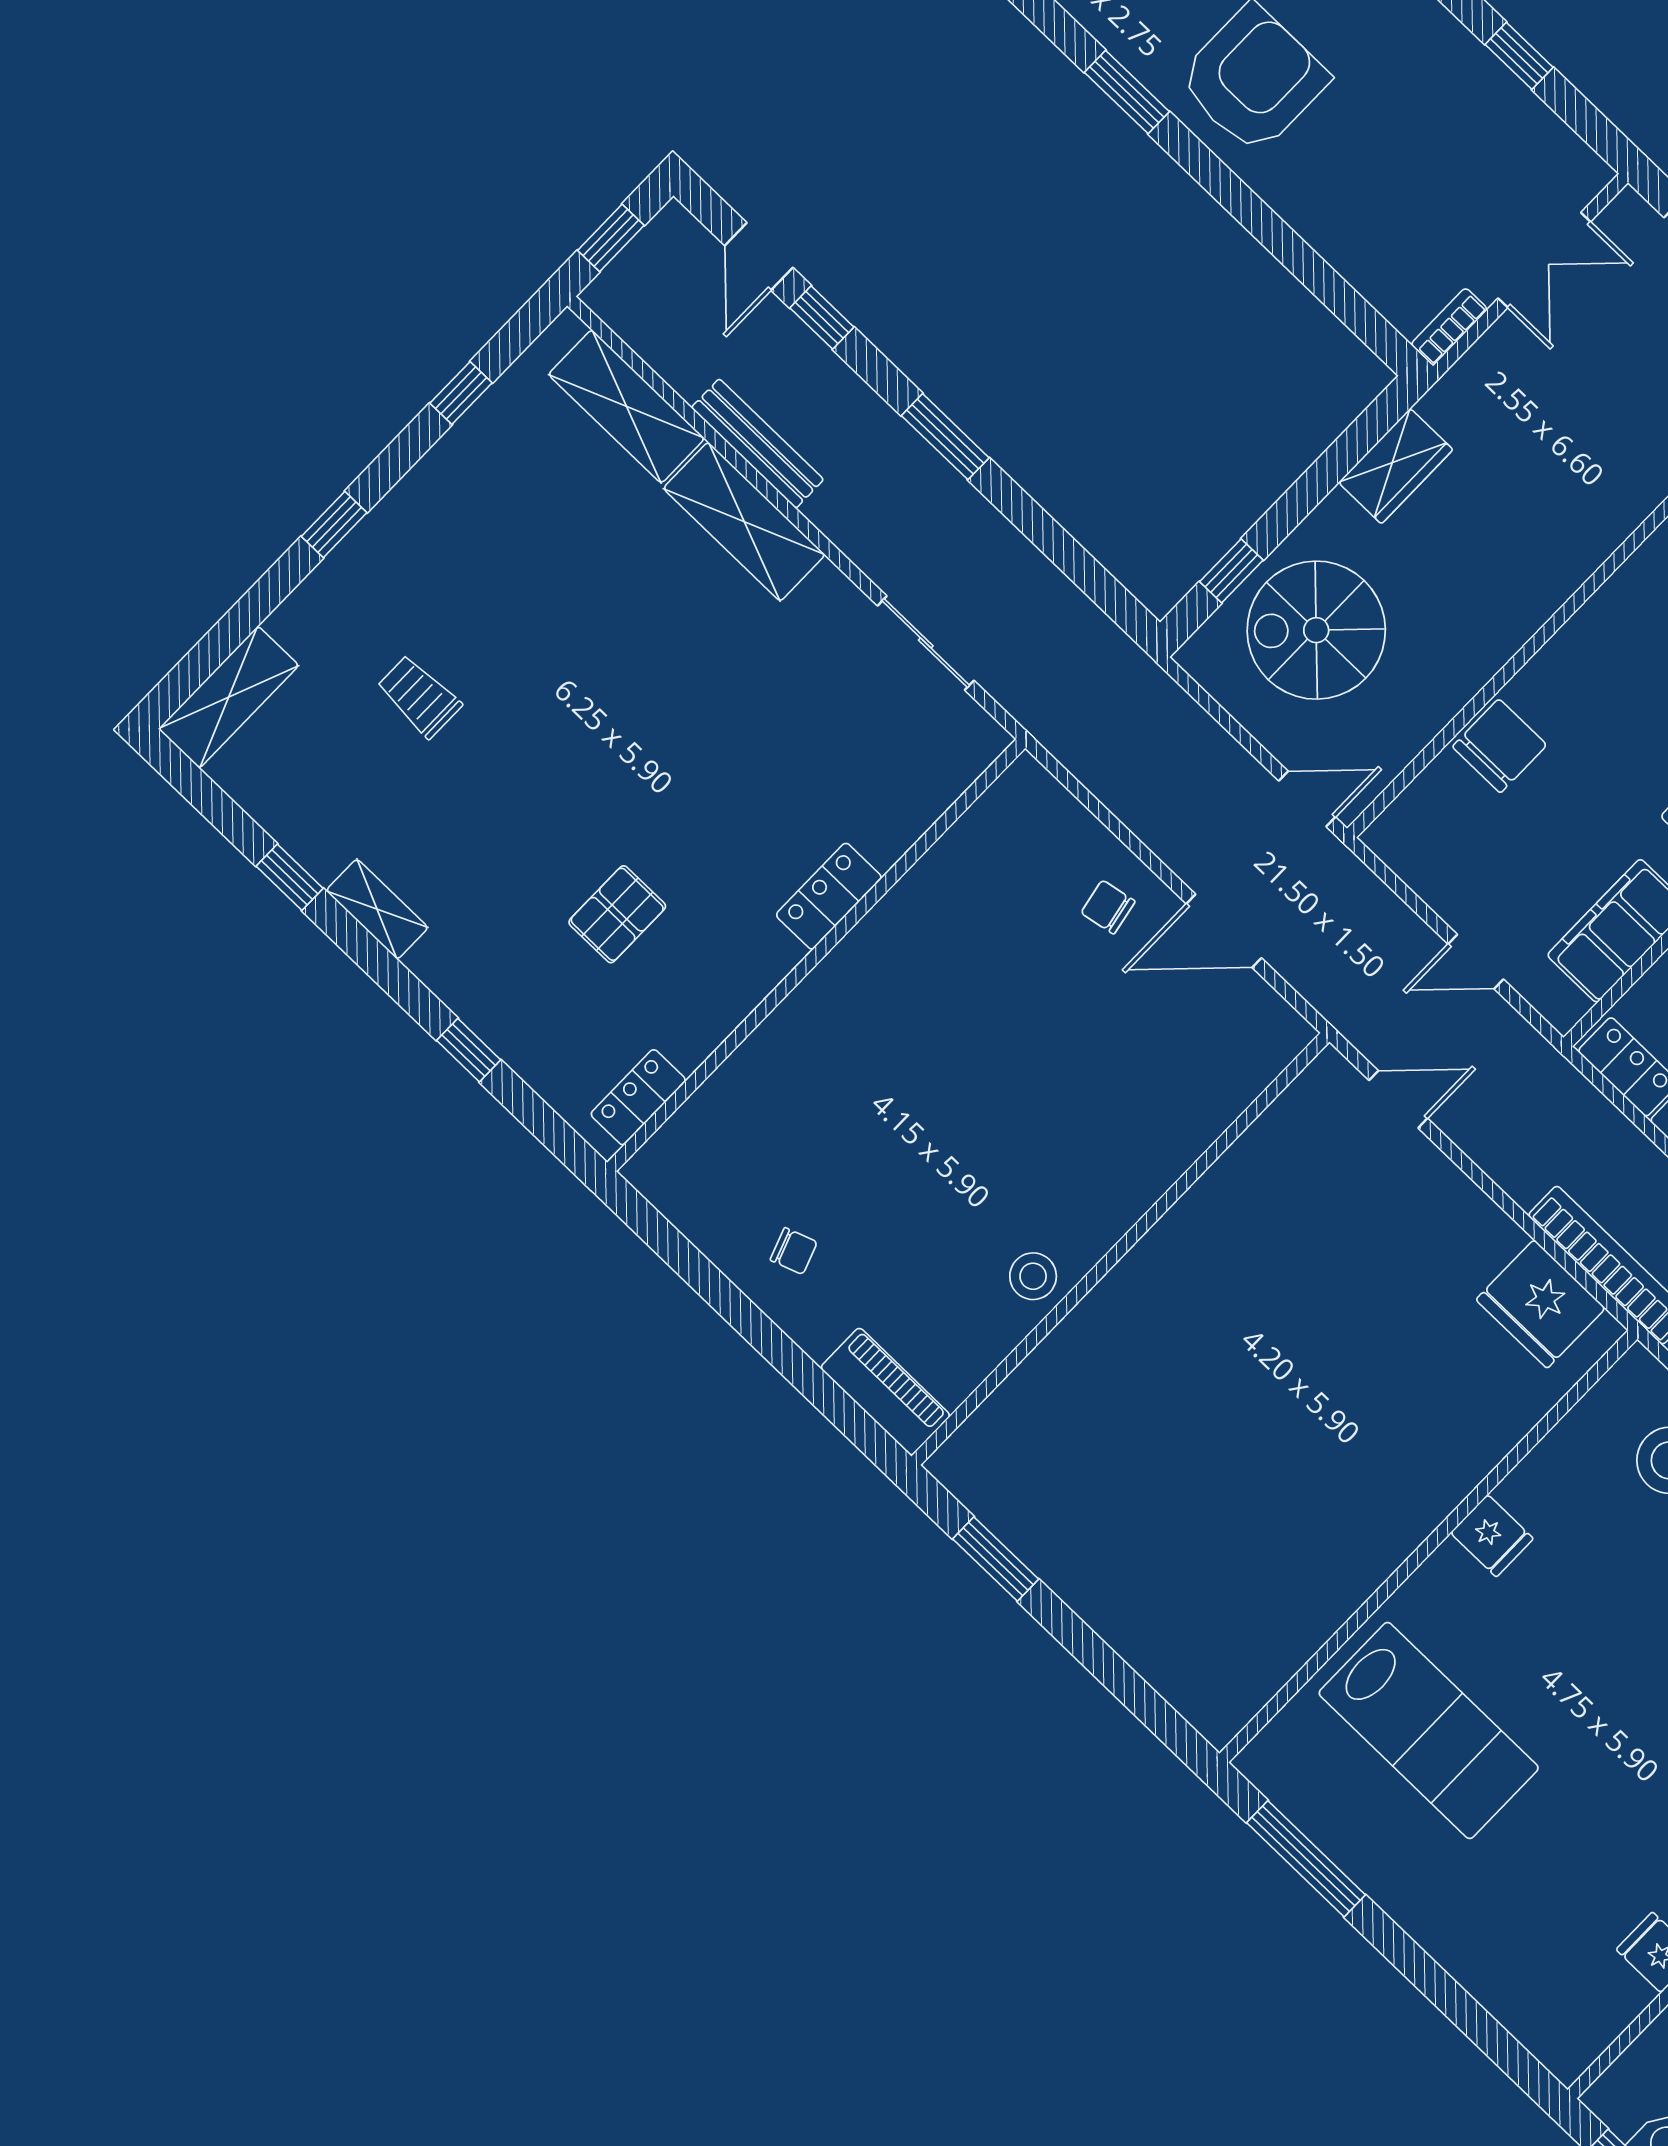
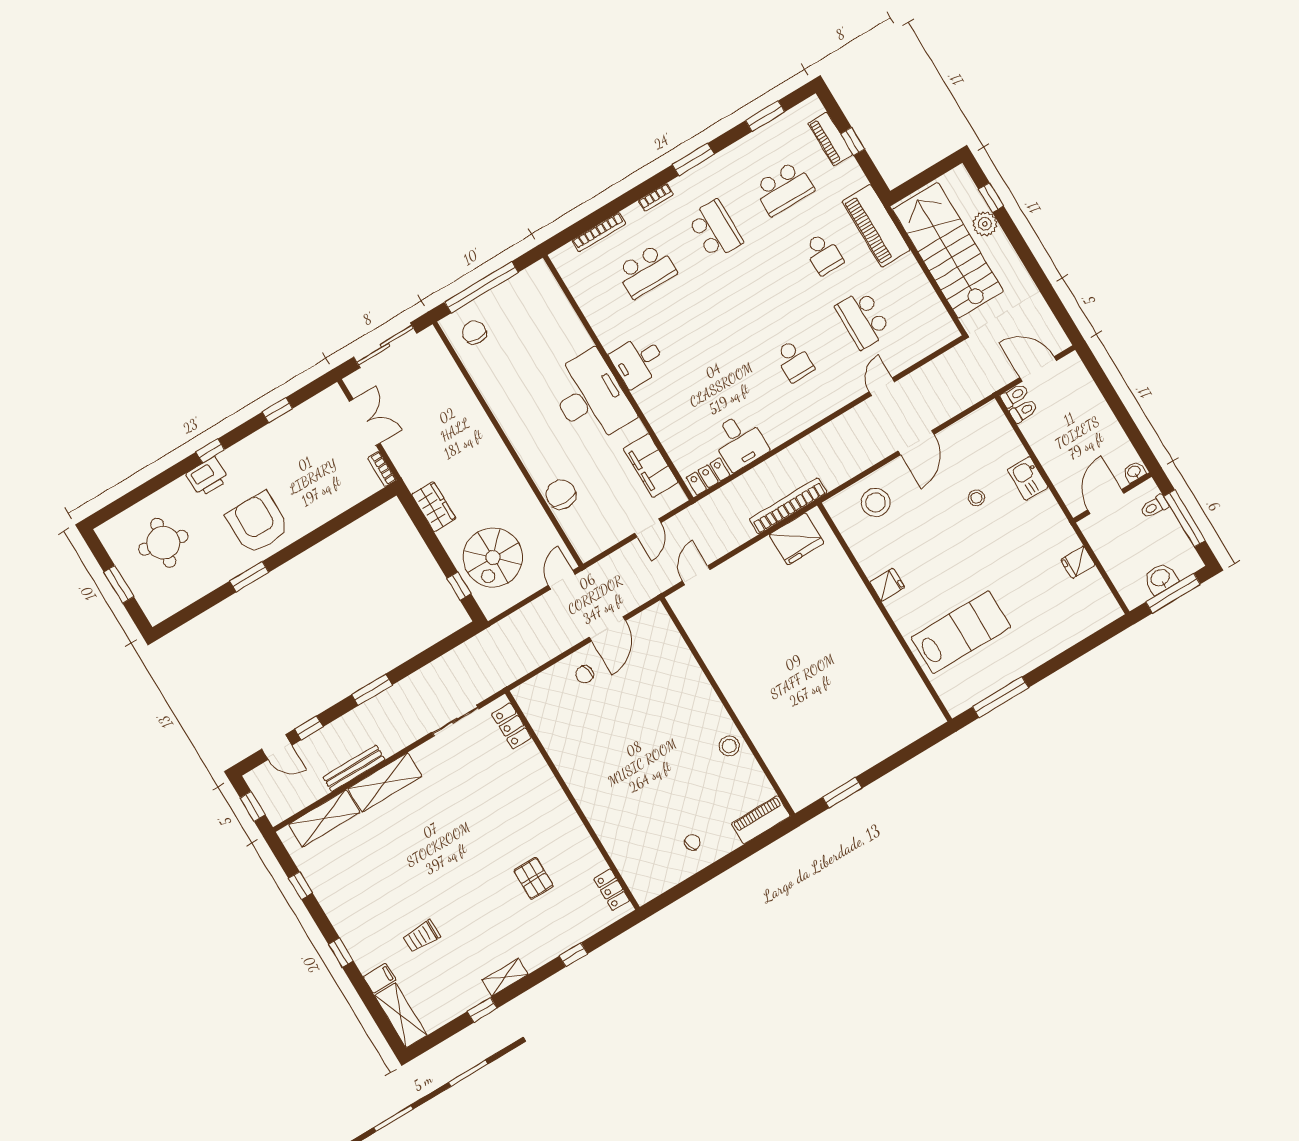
filing cabinet: (299, 627) -> (380, 978), added
locker: (829, 896) -> (511, 726), moved

